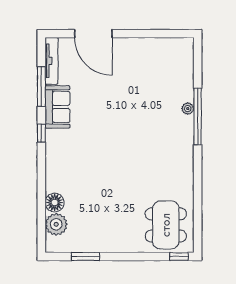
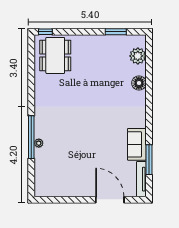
window: (41, 133) -> (149, 125), removed
floor lamp: (55, 203) -> (139, 83), moved

